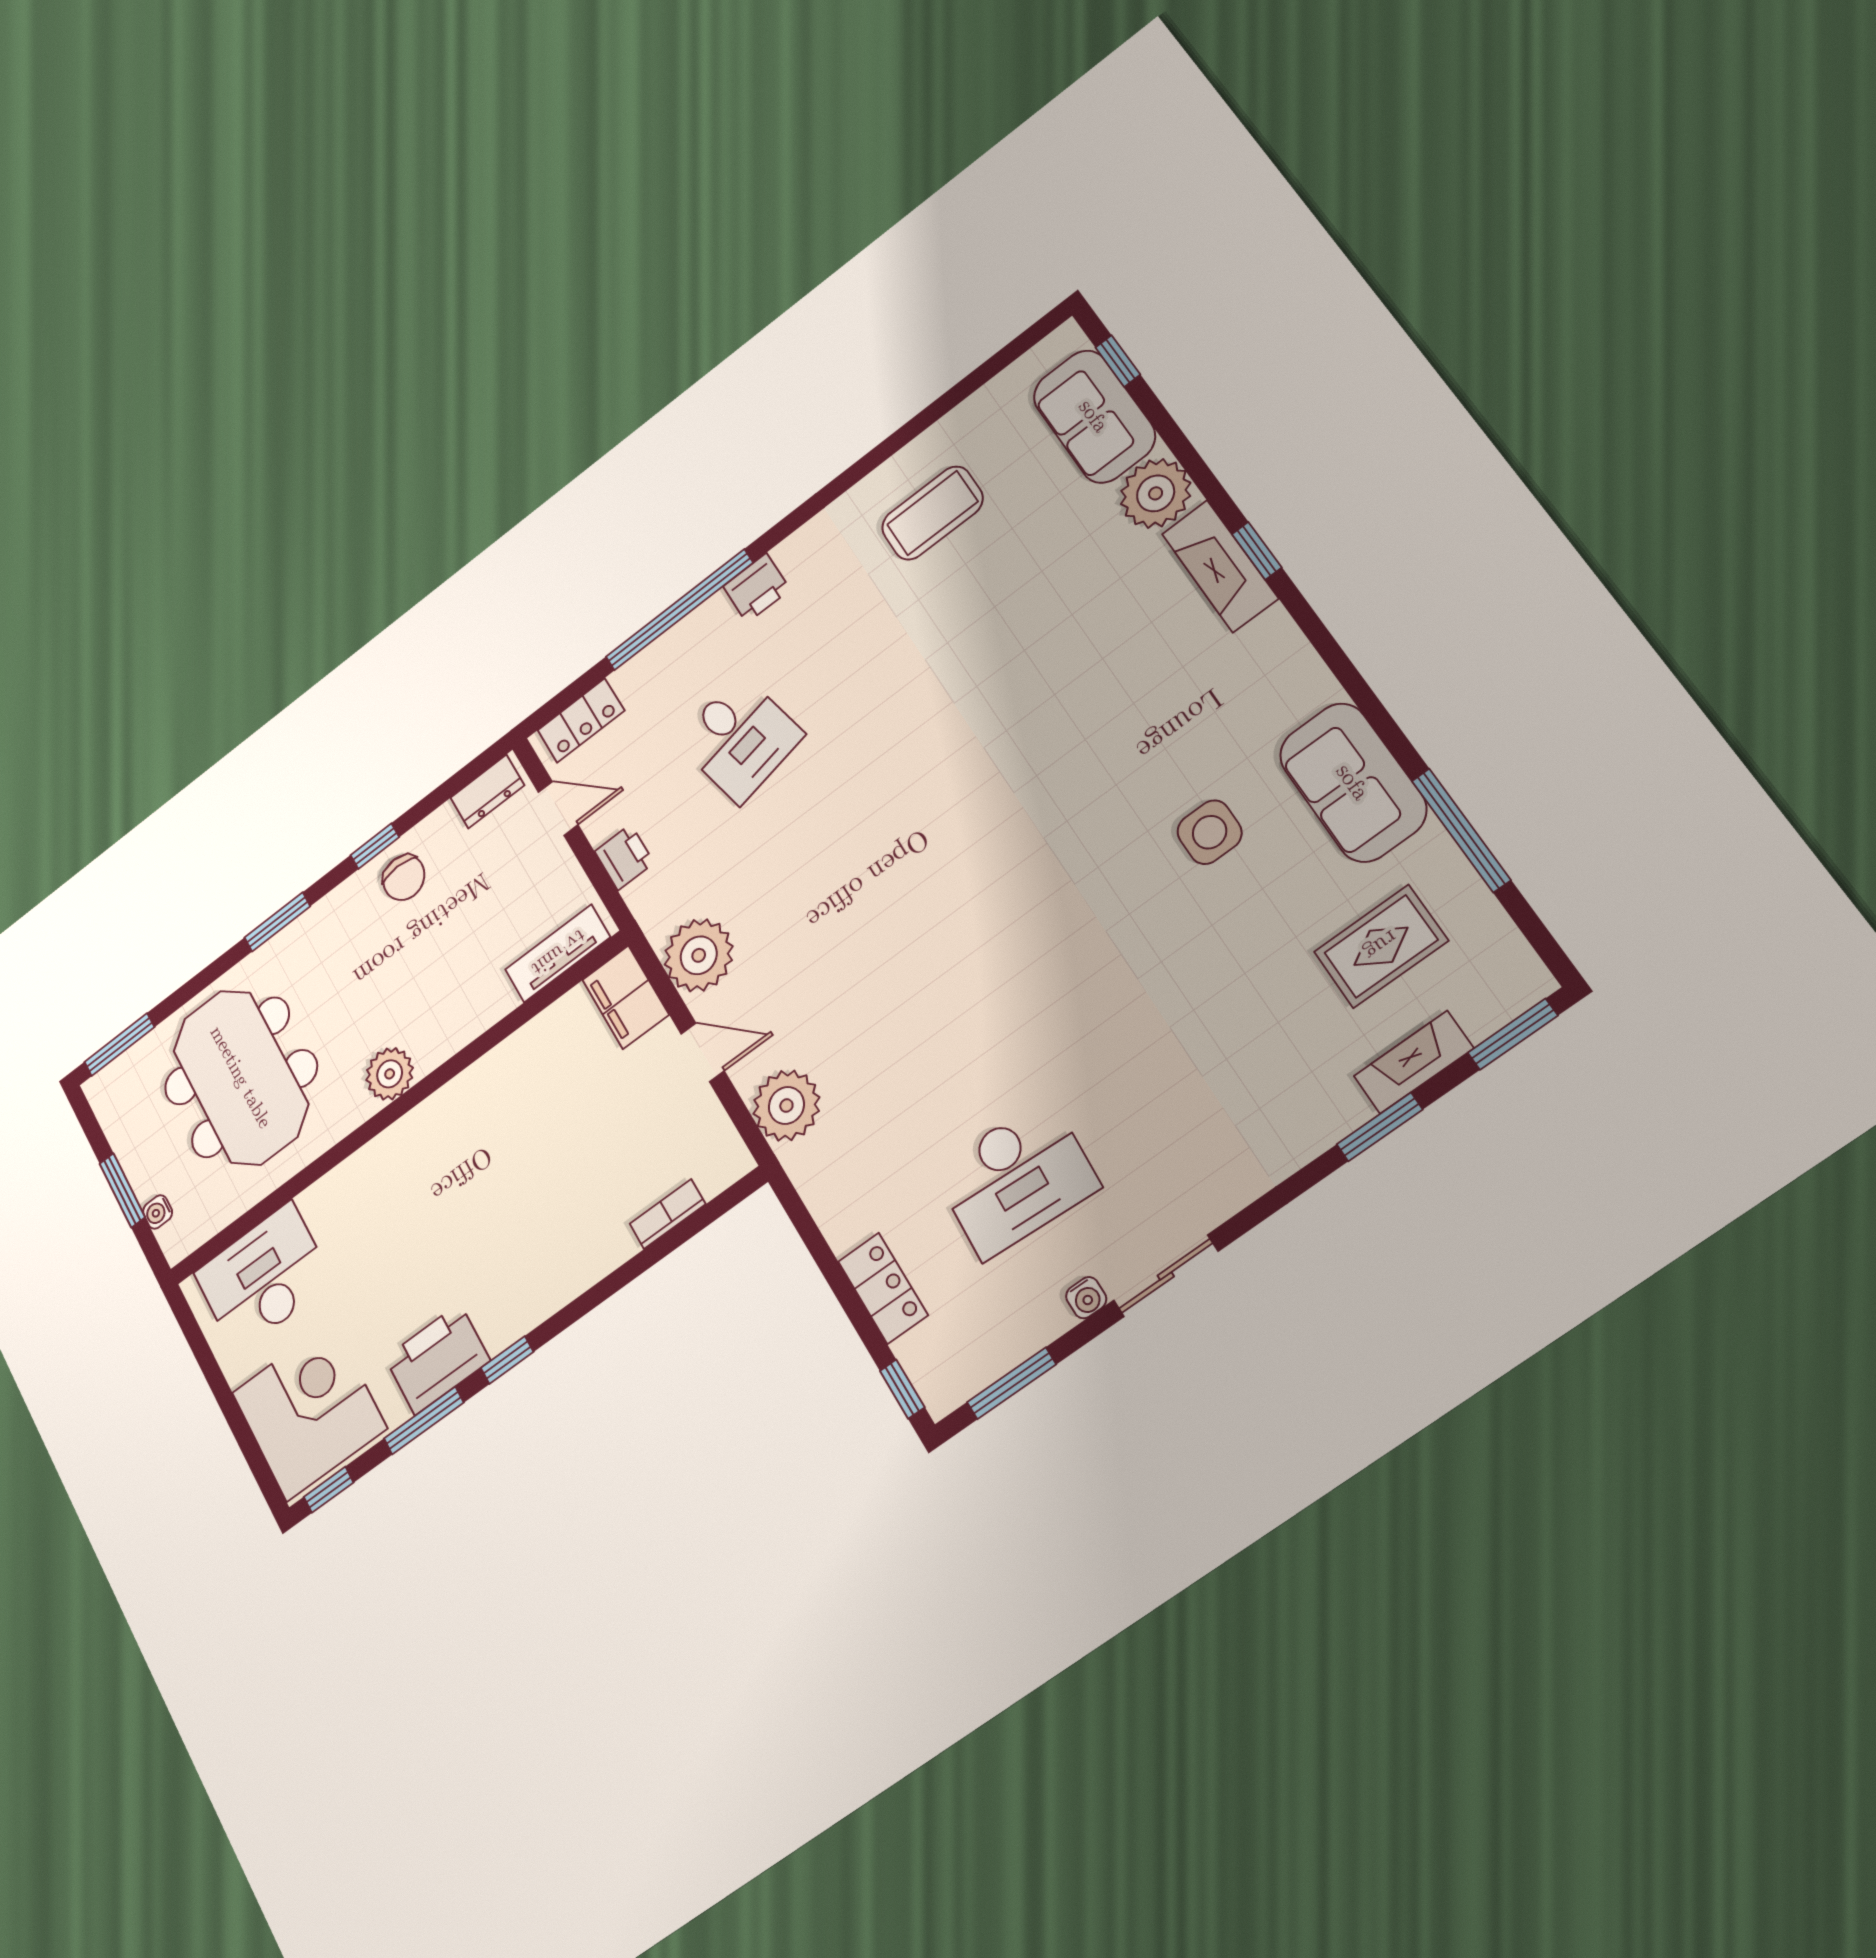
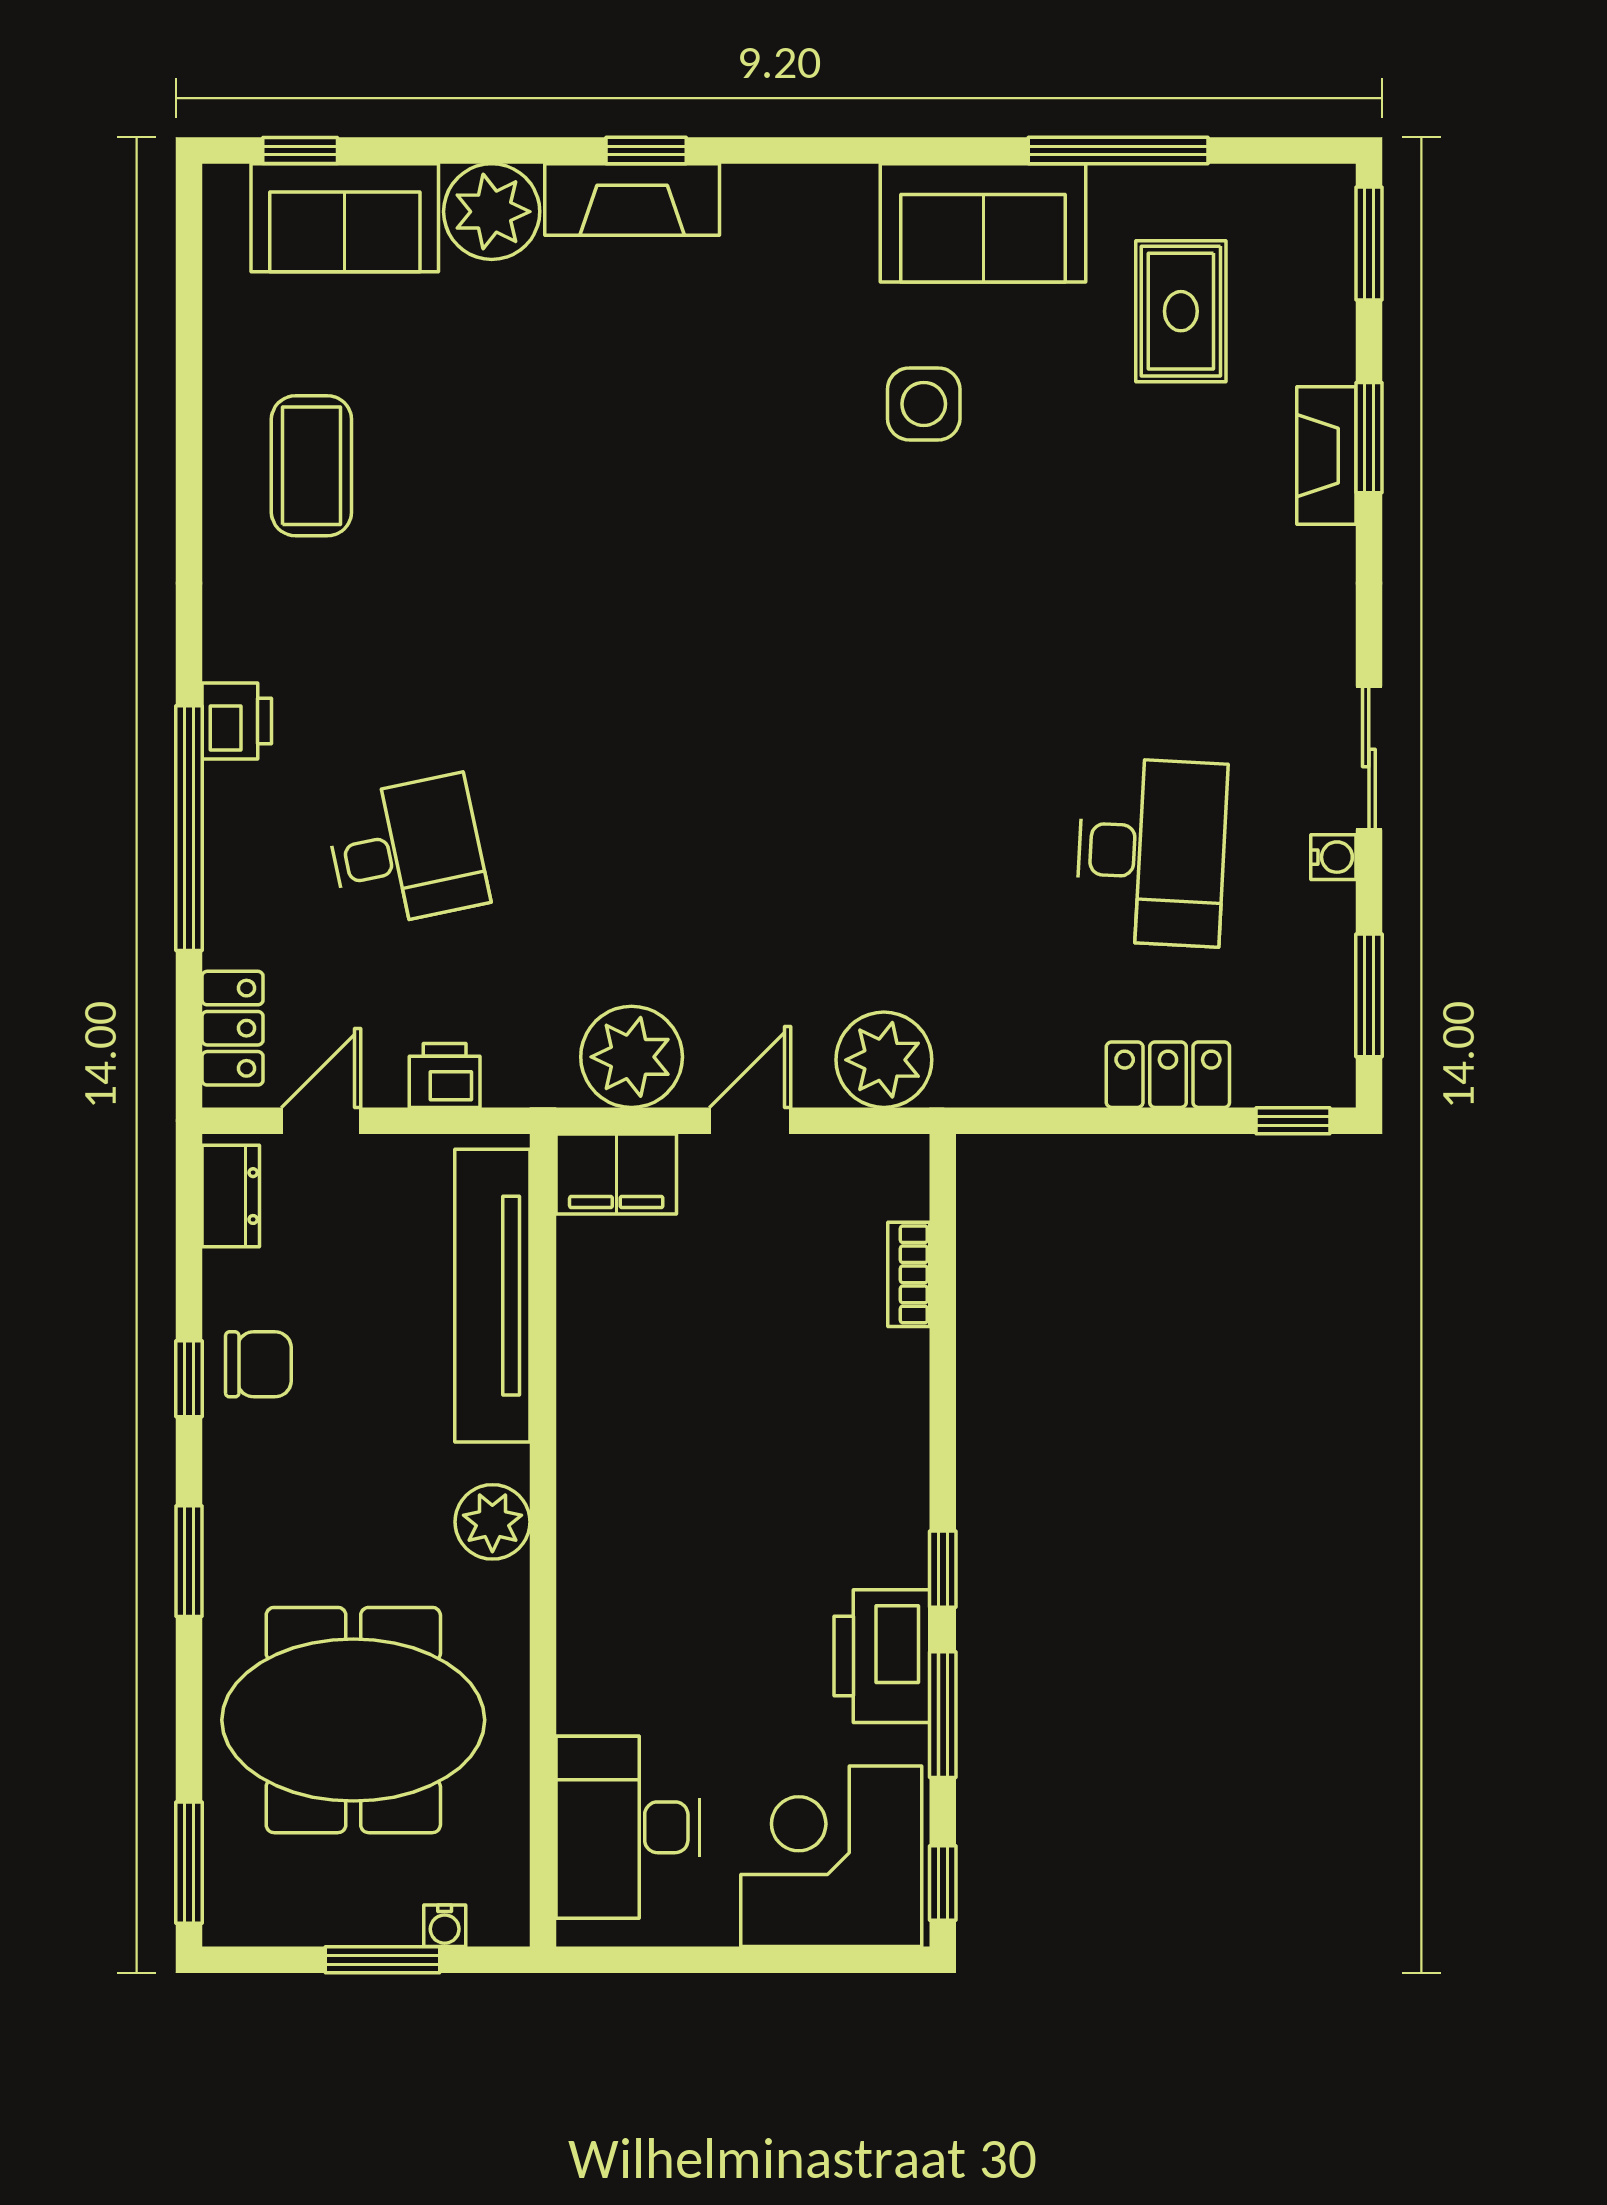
tv unit: (558, 953) -> (492, 1296), width x1.92, depth x1.29
fireplace: (1414, 1062) -> (1326, 456), moved

